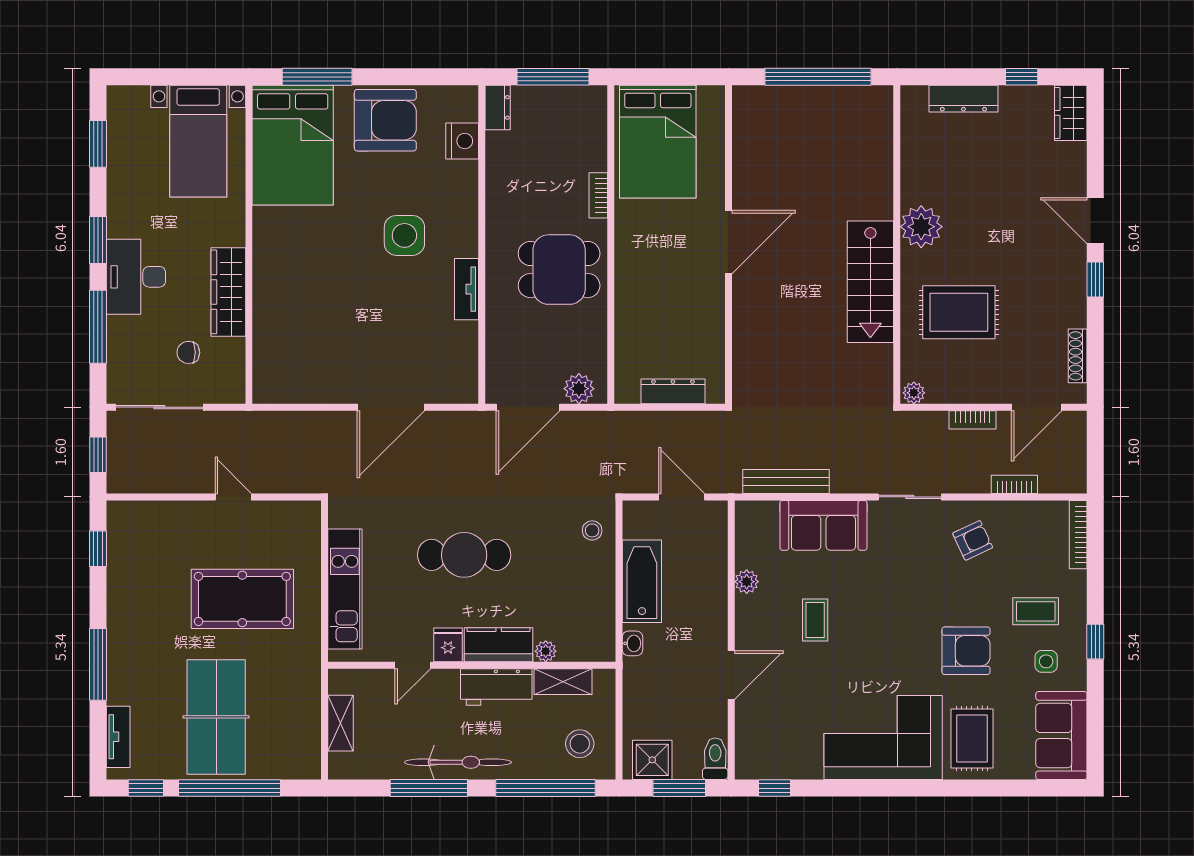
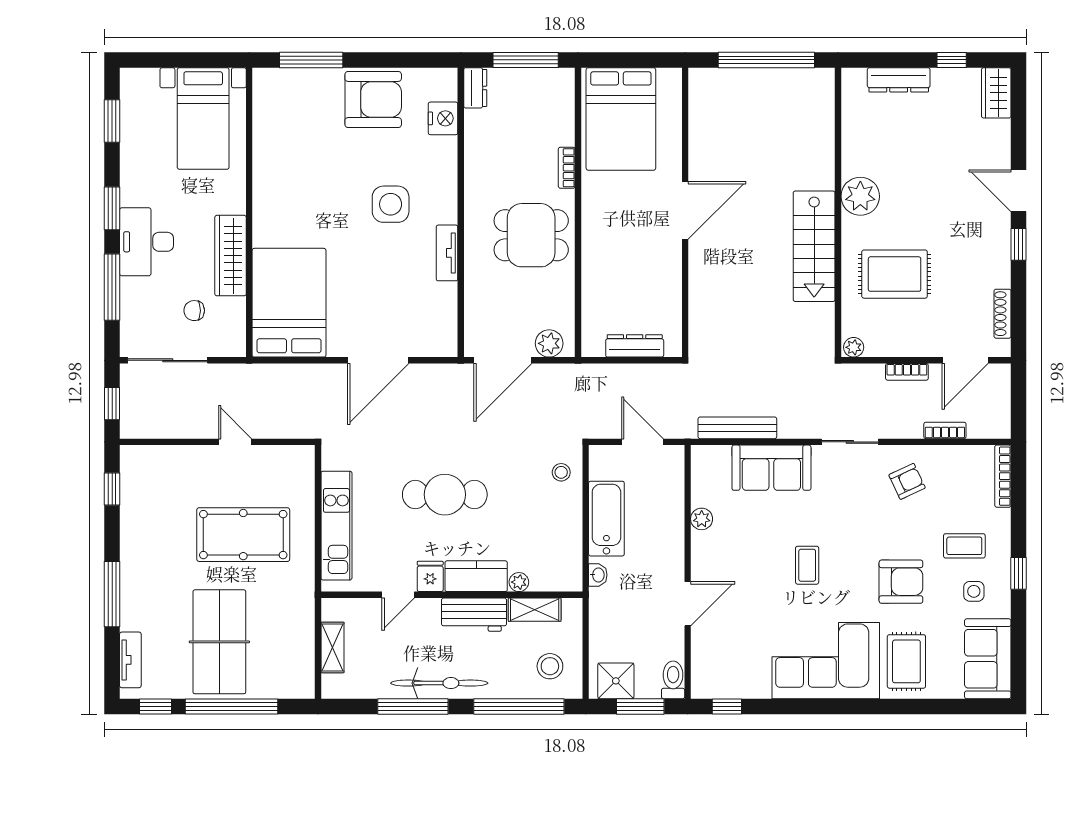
bed: (293, 145) -> (289, 303), moved, turned 180
coffee table: (815, 620) -> (807, 565), moved

